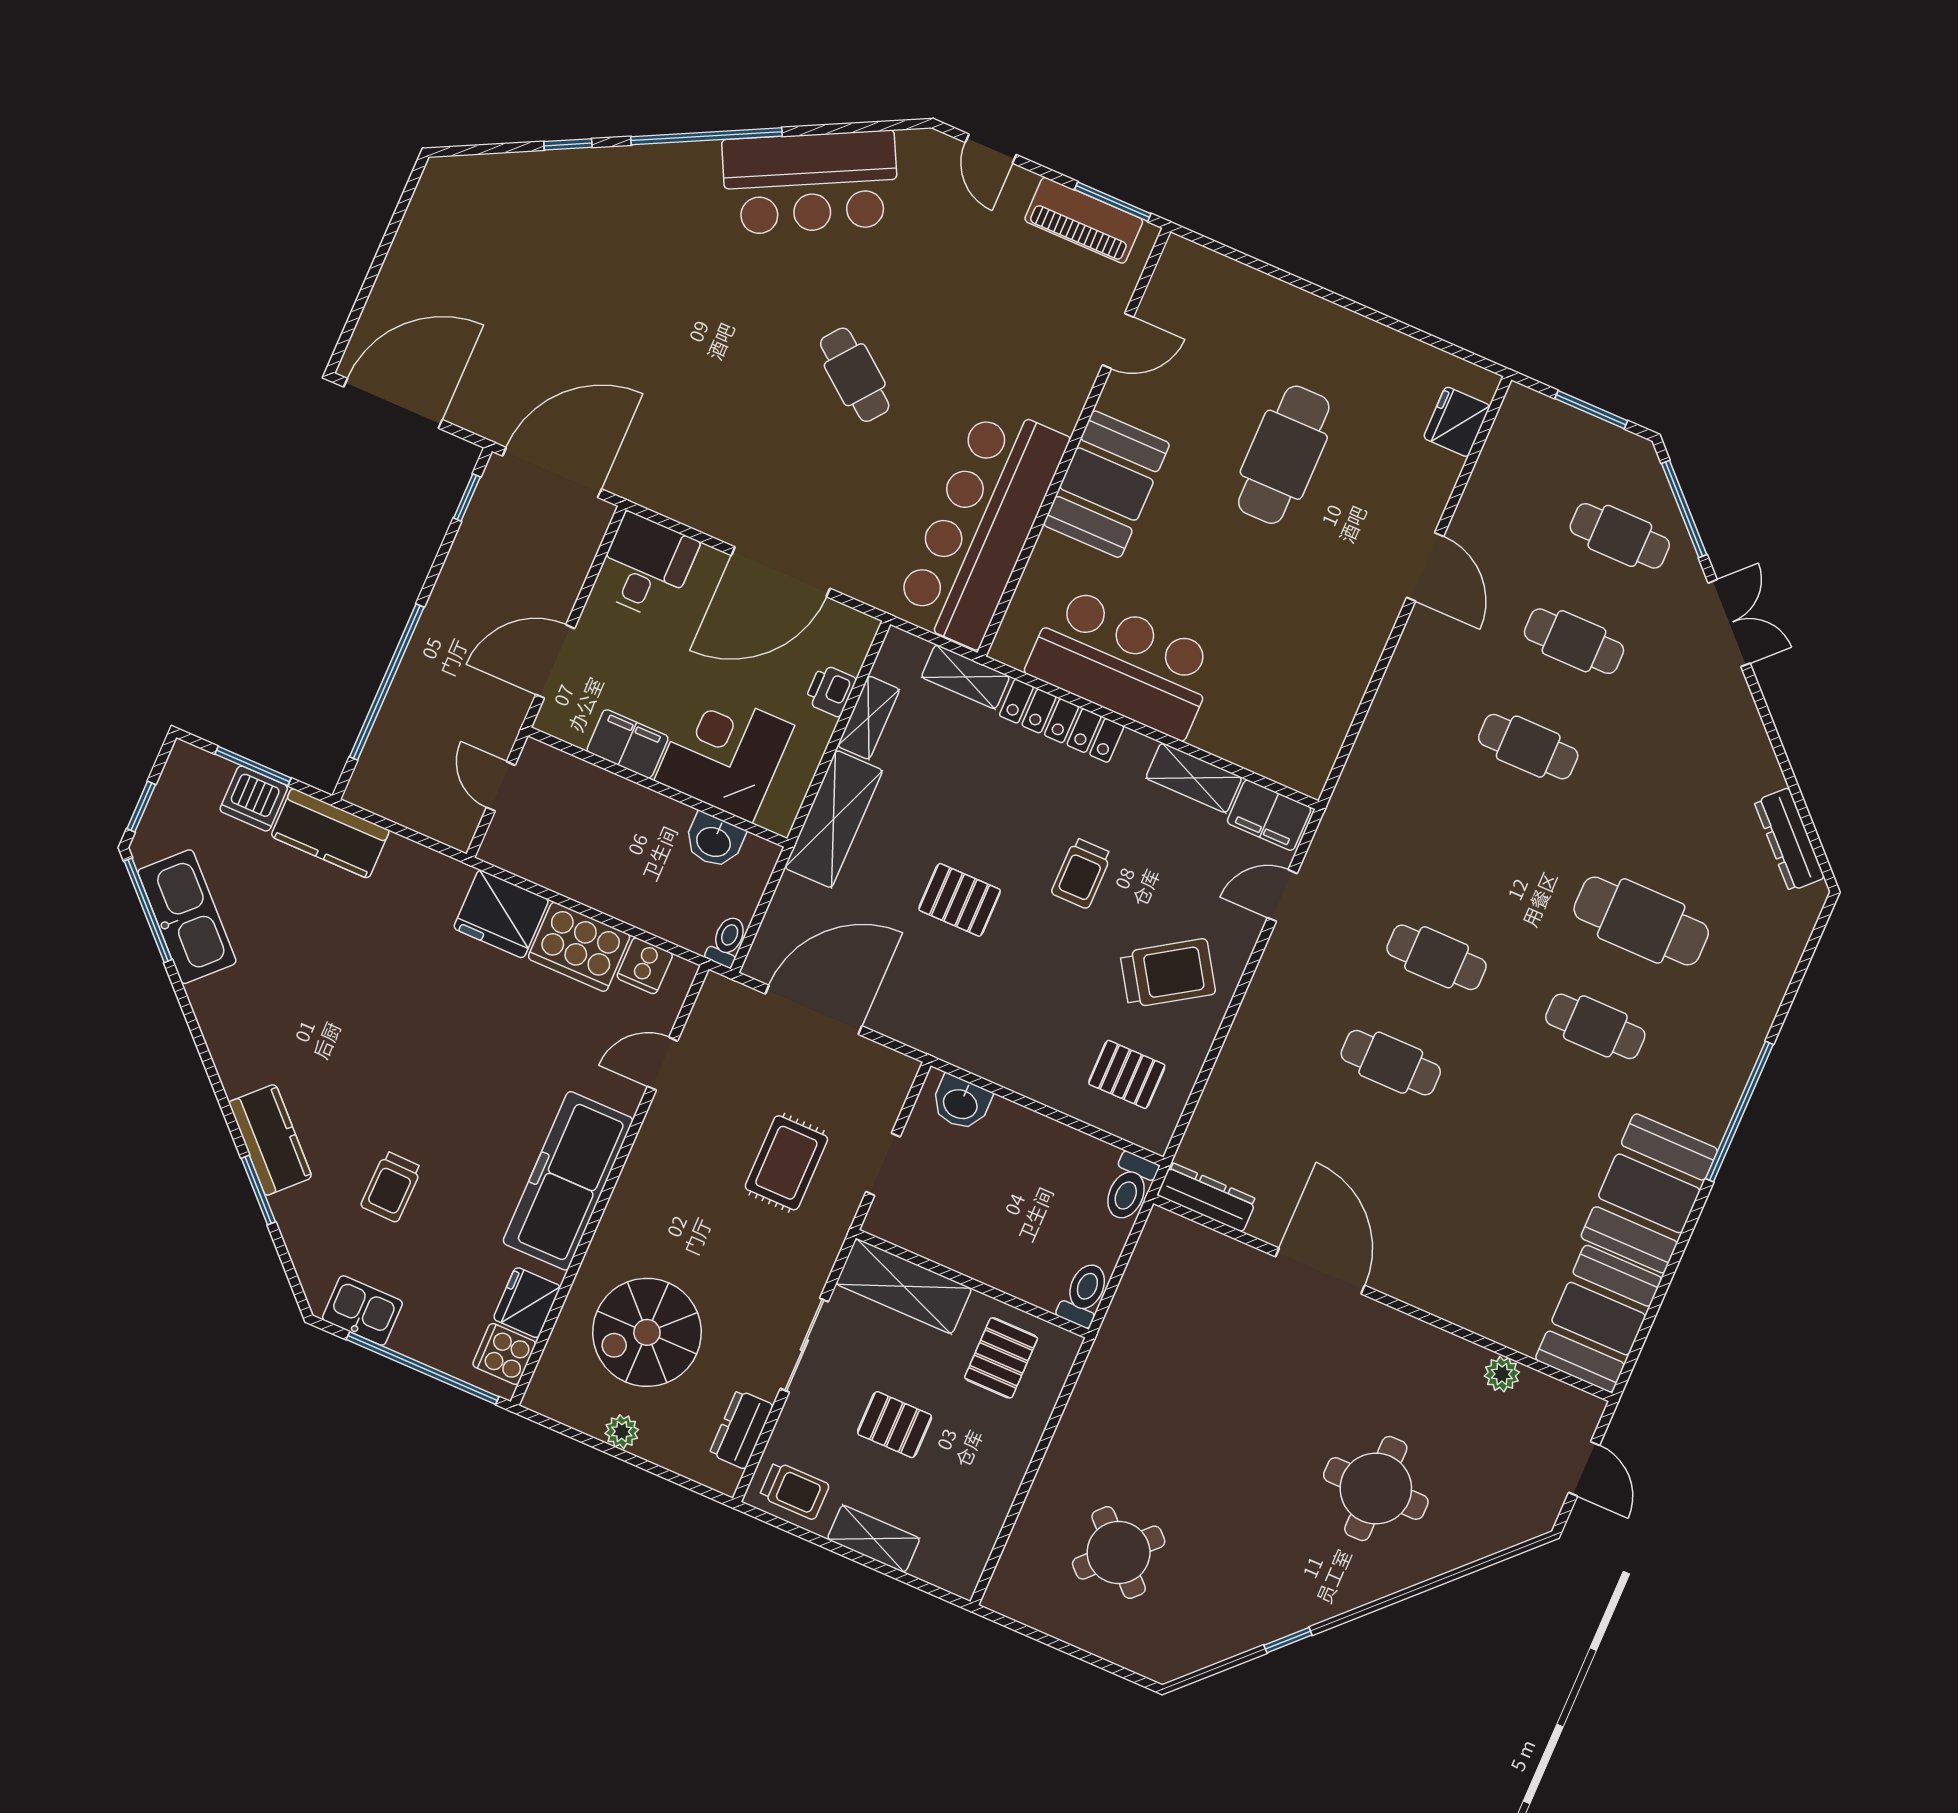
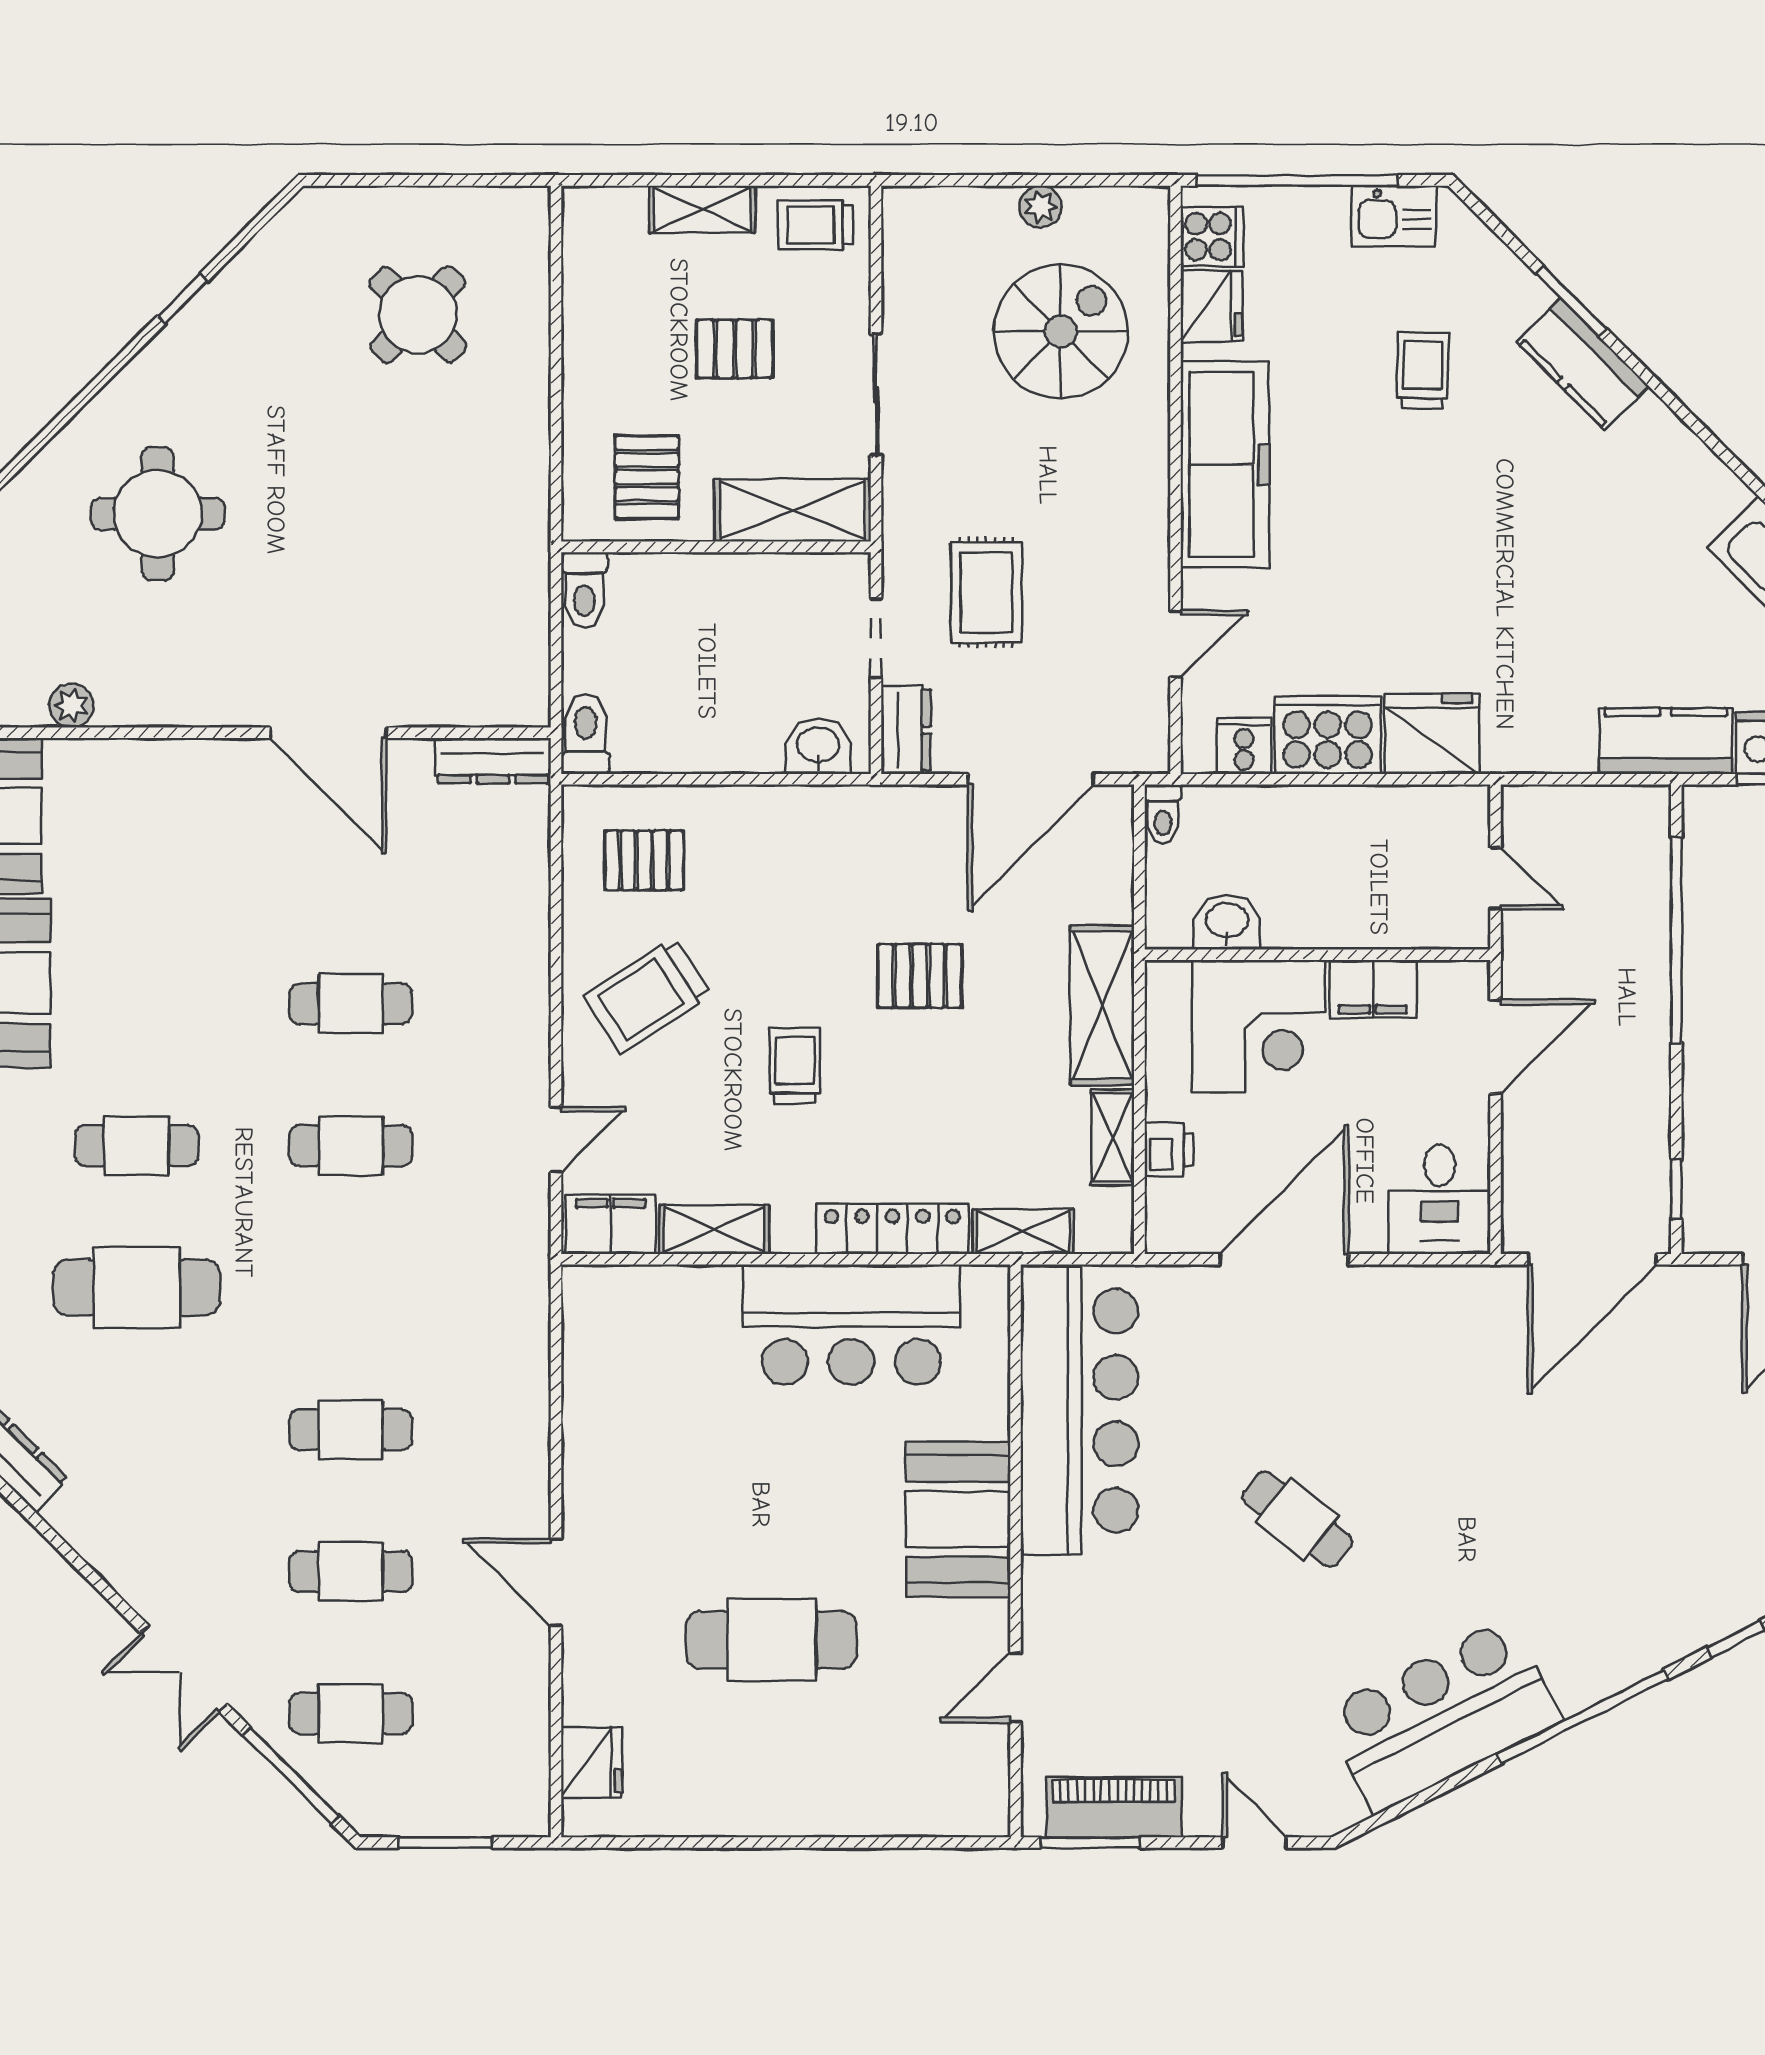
cafe table: (1284, 455) -> (772, 1640), turned 90
dresser: (741, 1429) -> (906, 730), moved

